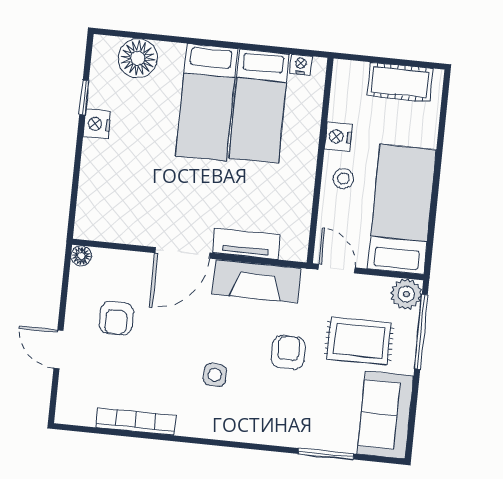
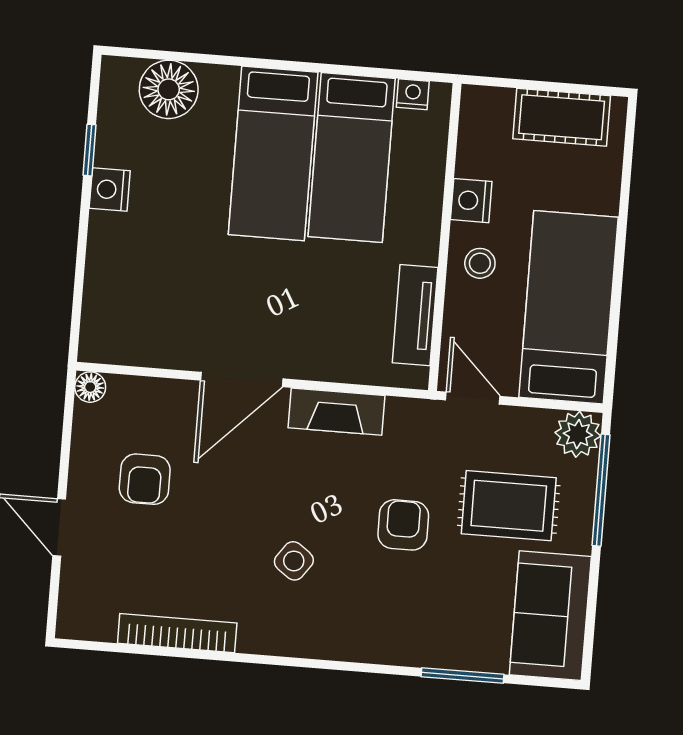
tv unit: (246, 244) -> (415, 315), moved, turned -90
fireplace: (256, 281) -> (337, 412), width x0.73, depth x0.76
side table: (215, 375) -> (294, 561), turned 36

